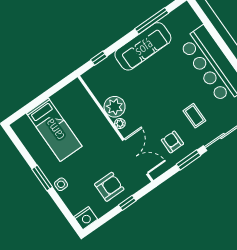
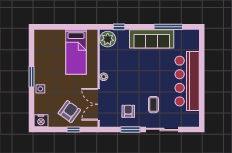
plant: (115, 107) -> (108, 39), moved
bed: (54, 130) -> (76, 52), moved
double door: (135, 157) -> (99, 104), swing flipped
armchair: (109, 187) -> (69, 112), turned -54

